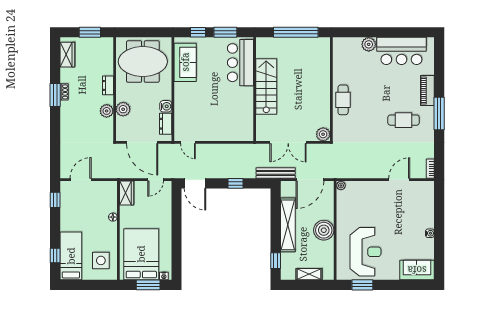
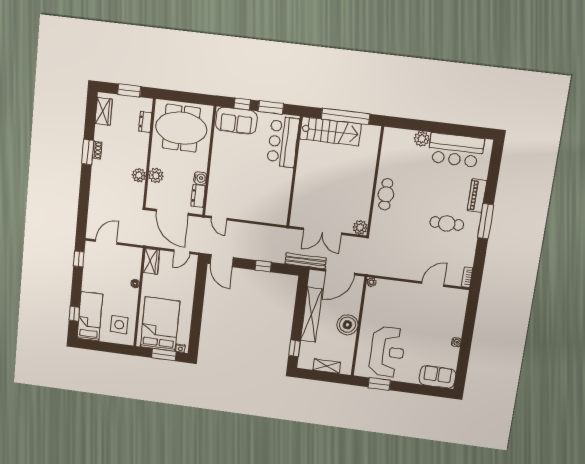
sofa: (185, 62) -> (236, 121), moved, turned 90
dresser: (108, 85) -> (145, 122), moved
stairs: (266, 87) -> (331, 131), moved, turned 90

